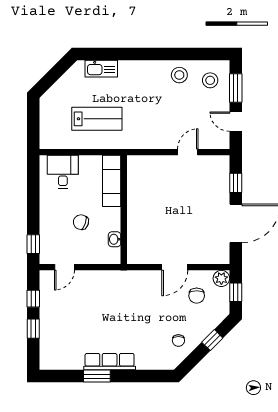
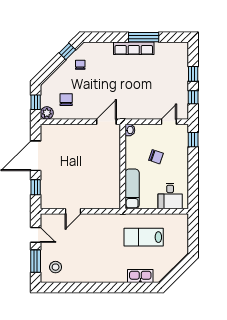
stool: (179, 75) -> (79, 271), removed
washbasin: (115, 239) -> (130, 130), moved
door: (175, 267) -> (106, 122), moved
window: (212, 340) -> (67, 51), moved
window: (97, 376) -> (144, 37), width x1.44

